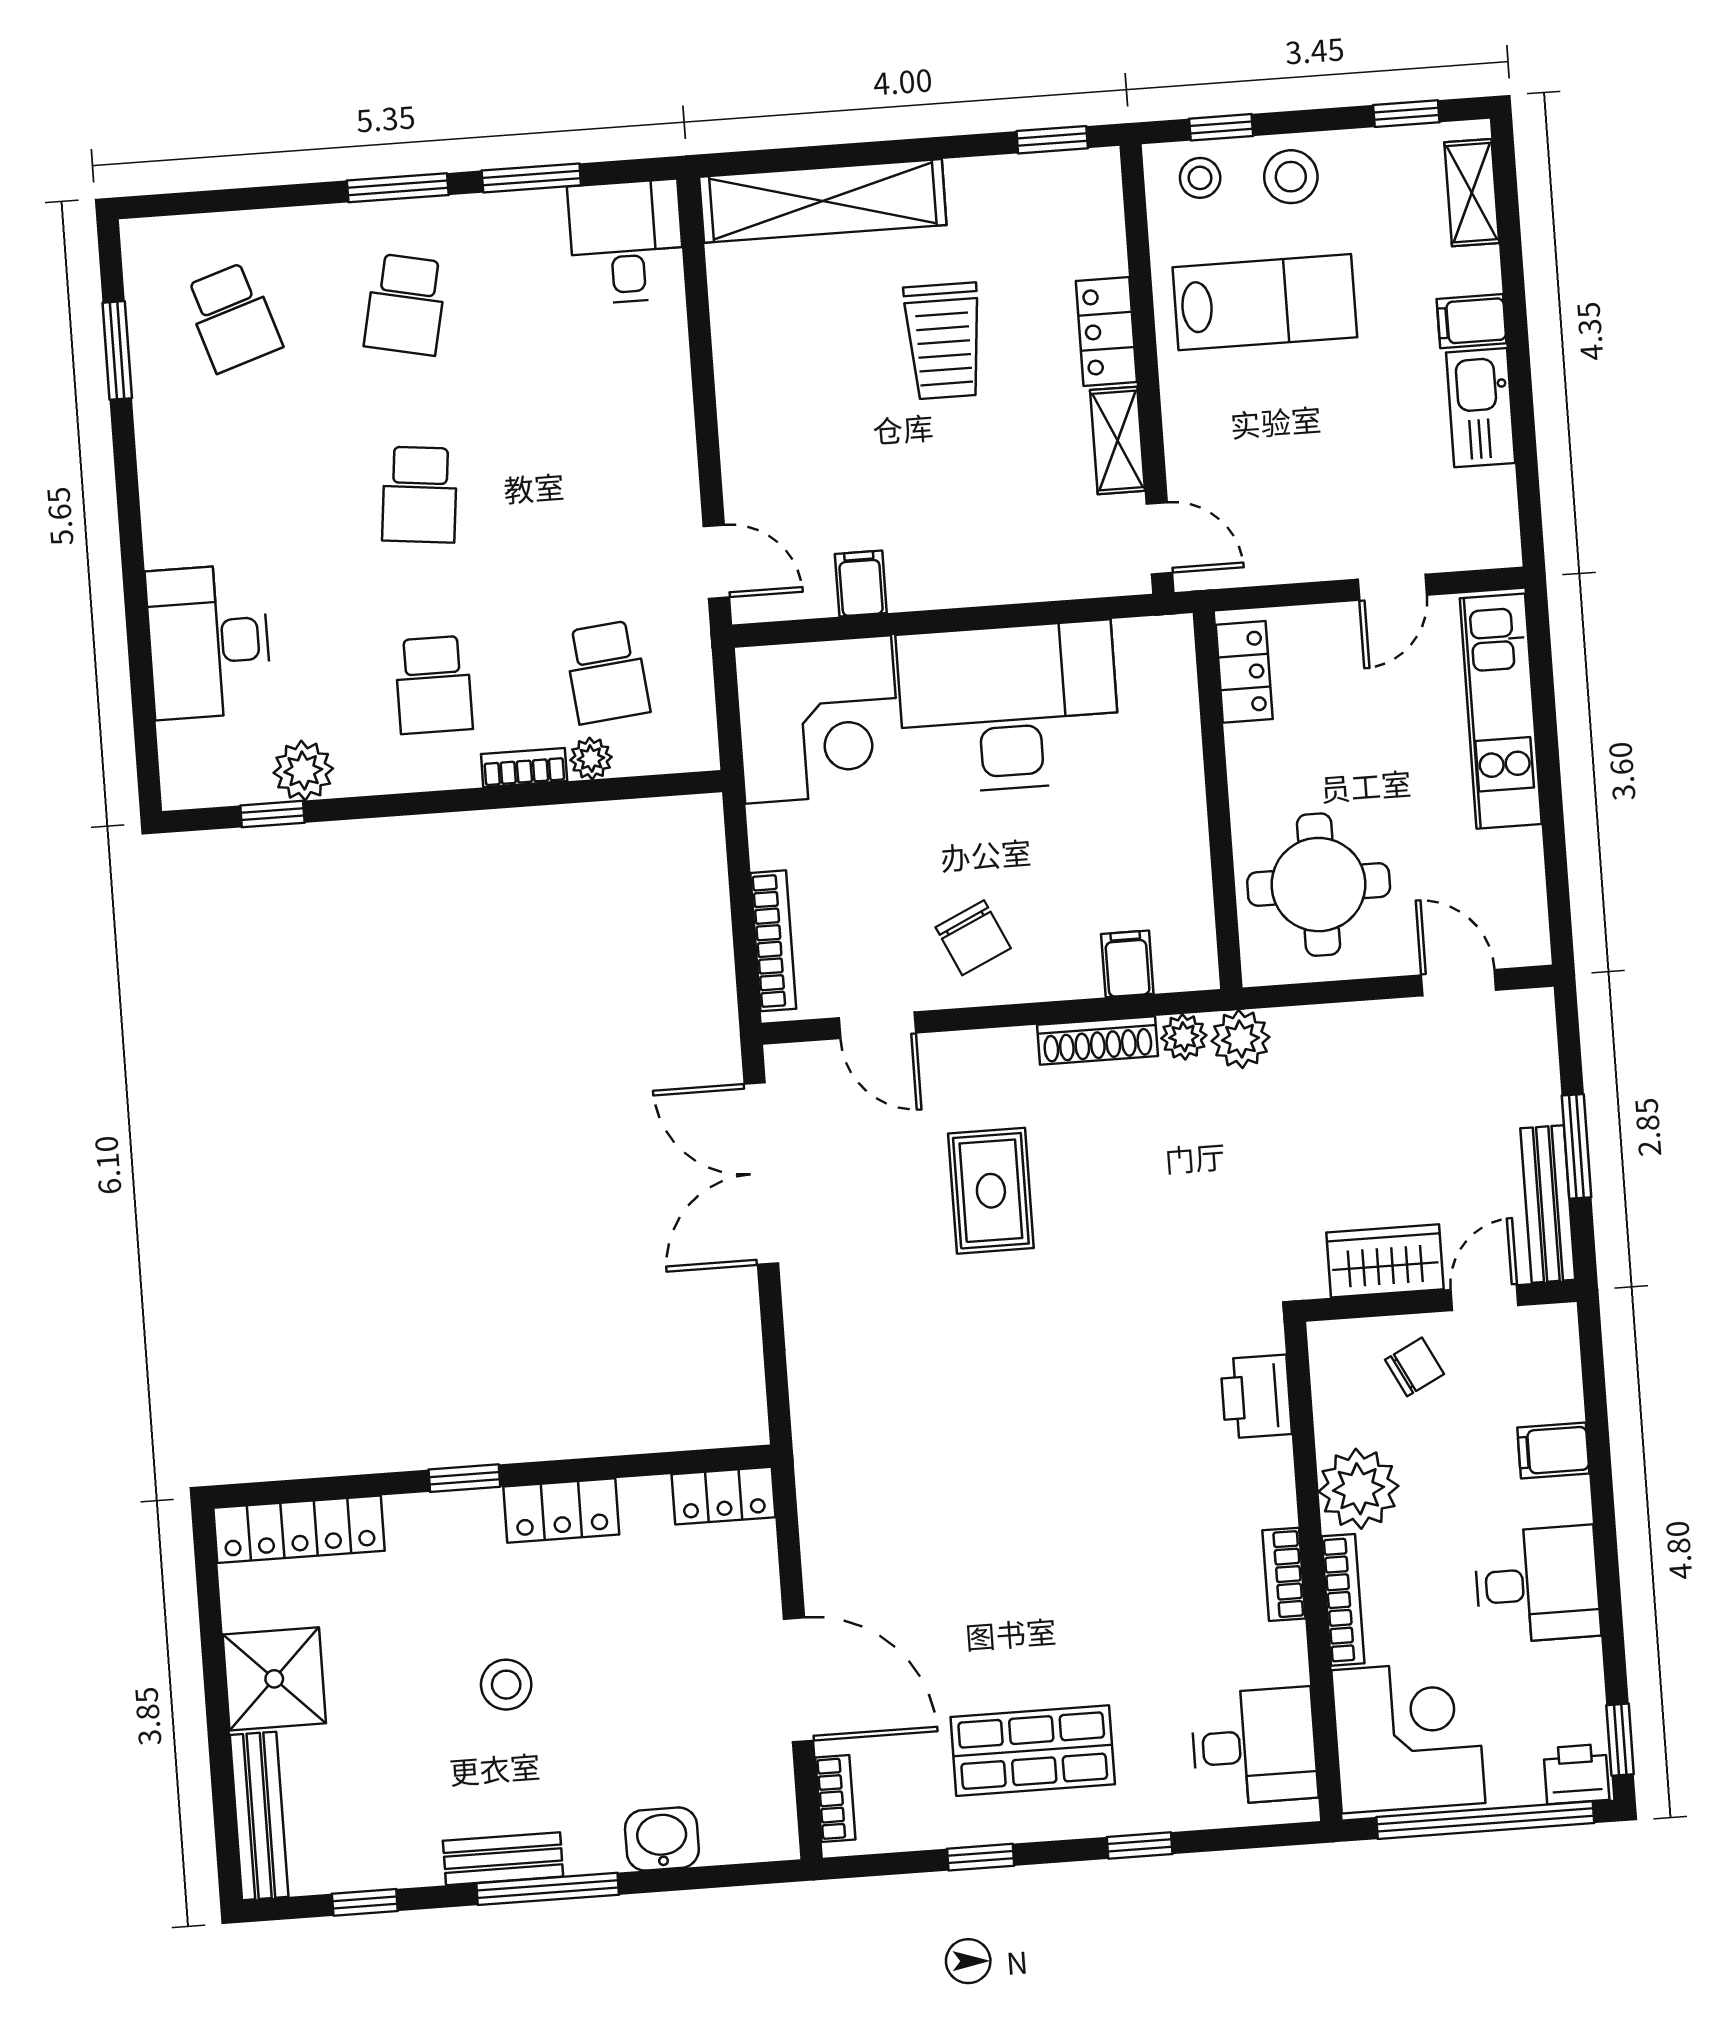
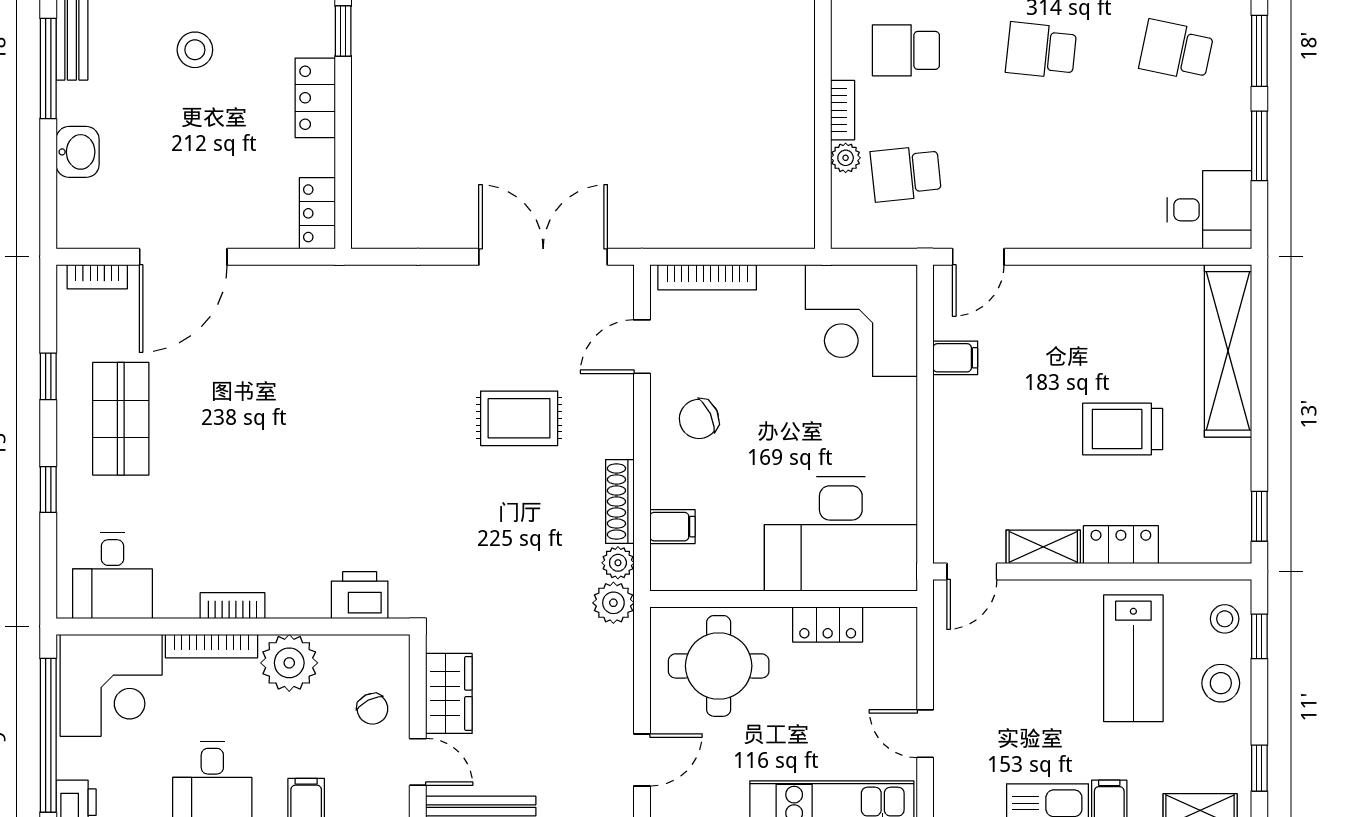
locker: (1244, 672) -> (828, 624), moved
desk: (1009, 707) -> (841, 534), moved, turned 90

